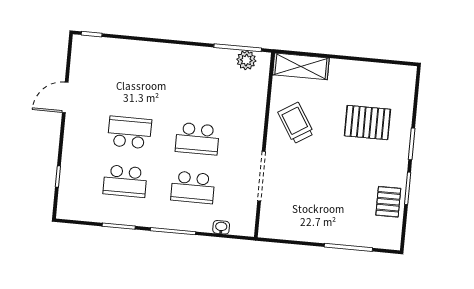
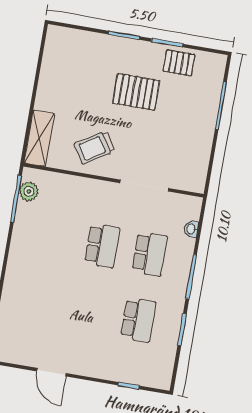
pallet: (367, 123) -> (136, 92), moved, turned 90
school desk: (130, 132) -> (91, 312), removed

